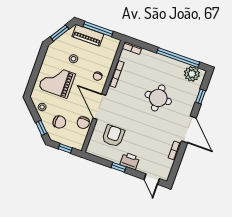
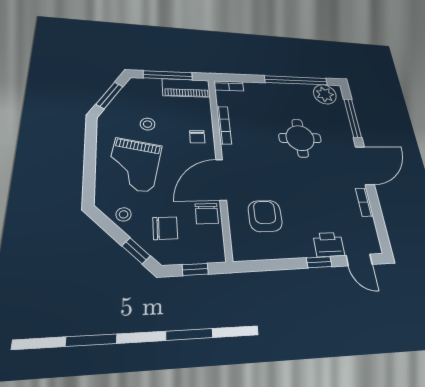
piano: (88, 35) -> (186, 88), moved
grand piano: (57, 81) -> (134, 165), turned -78
window: (201, 96) -> (353, 118), width x2.17
door: (99, 107) -> (221, 180), hinge flipped
door: (189, 129) -> (365, 165), hinge flipped
printer: (130, 161) -> (329, 245), moved
window: (119, 167) -> (319, 262), moved

